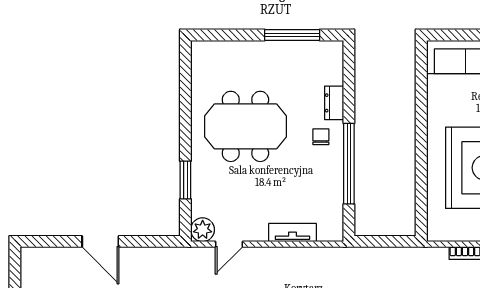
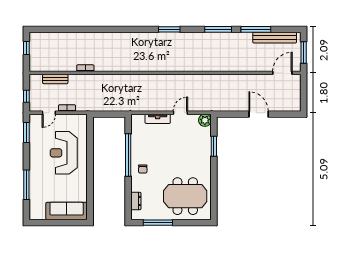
dresser: (334, 103) -> (136, 201), moved
meeting table: (245, 126) -> (185, 196), moved
door: (229, 244) -> (180, 113), moved

